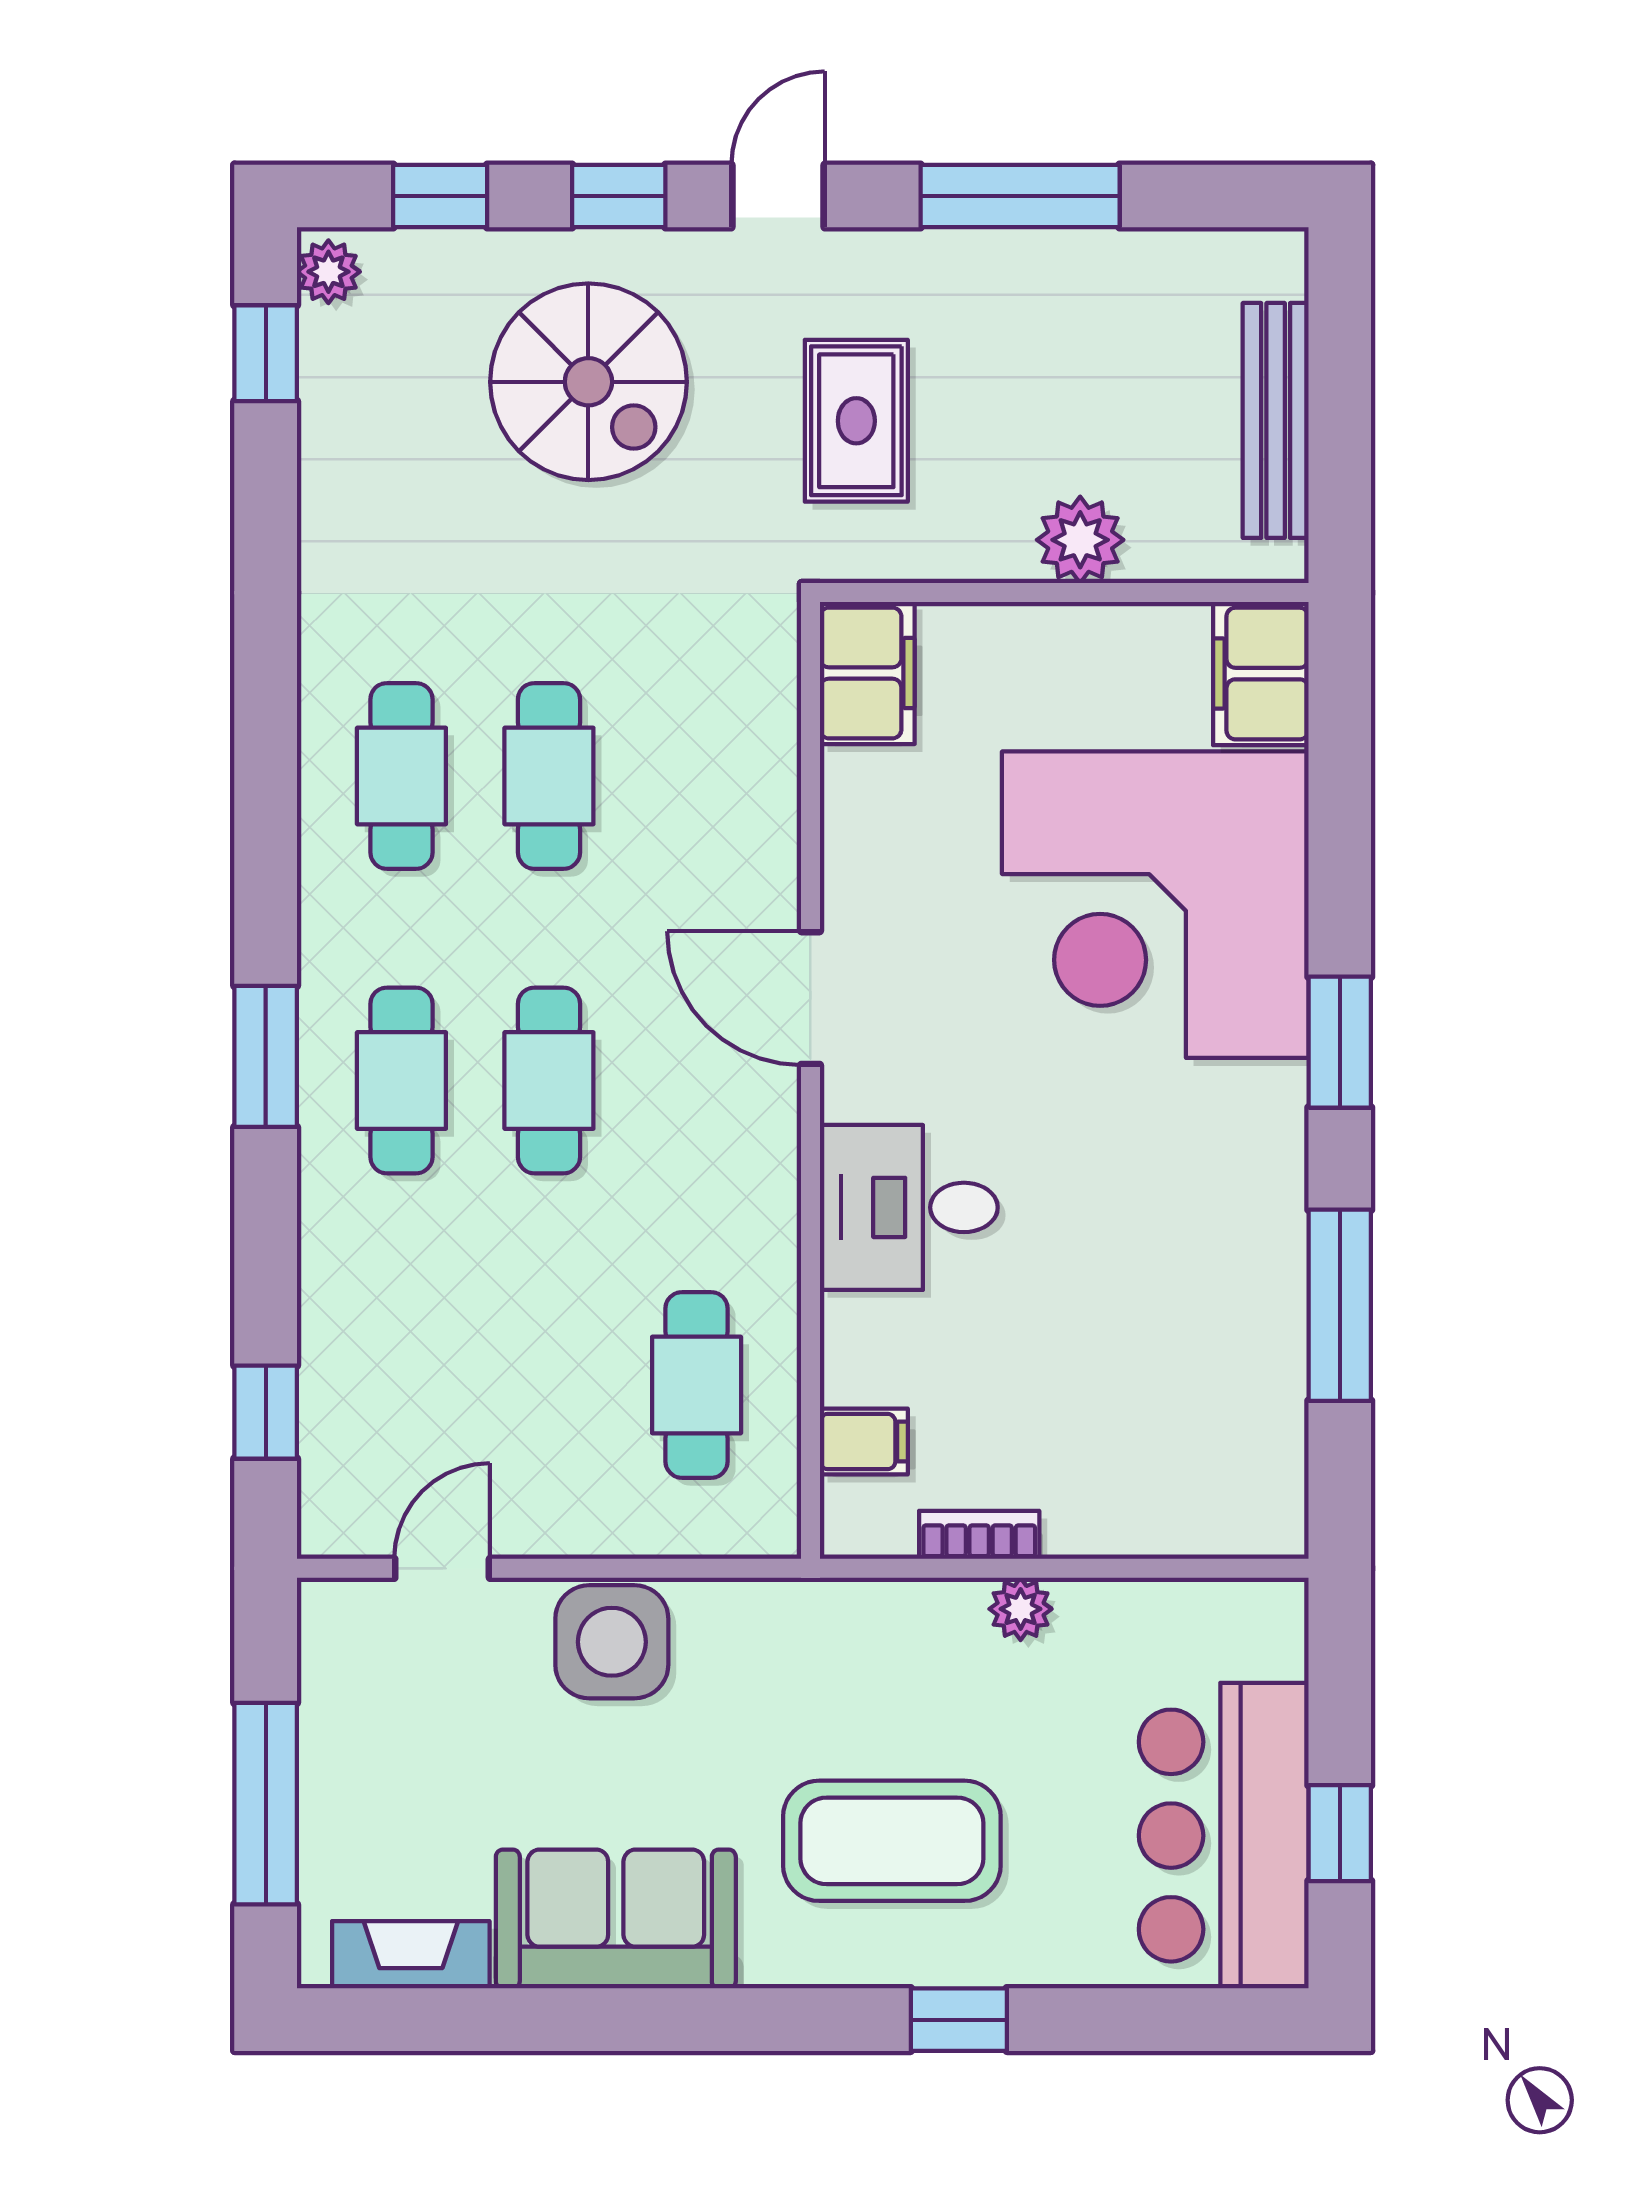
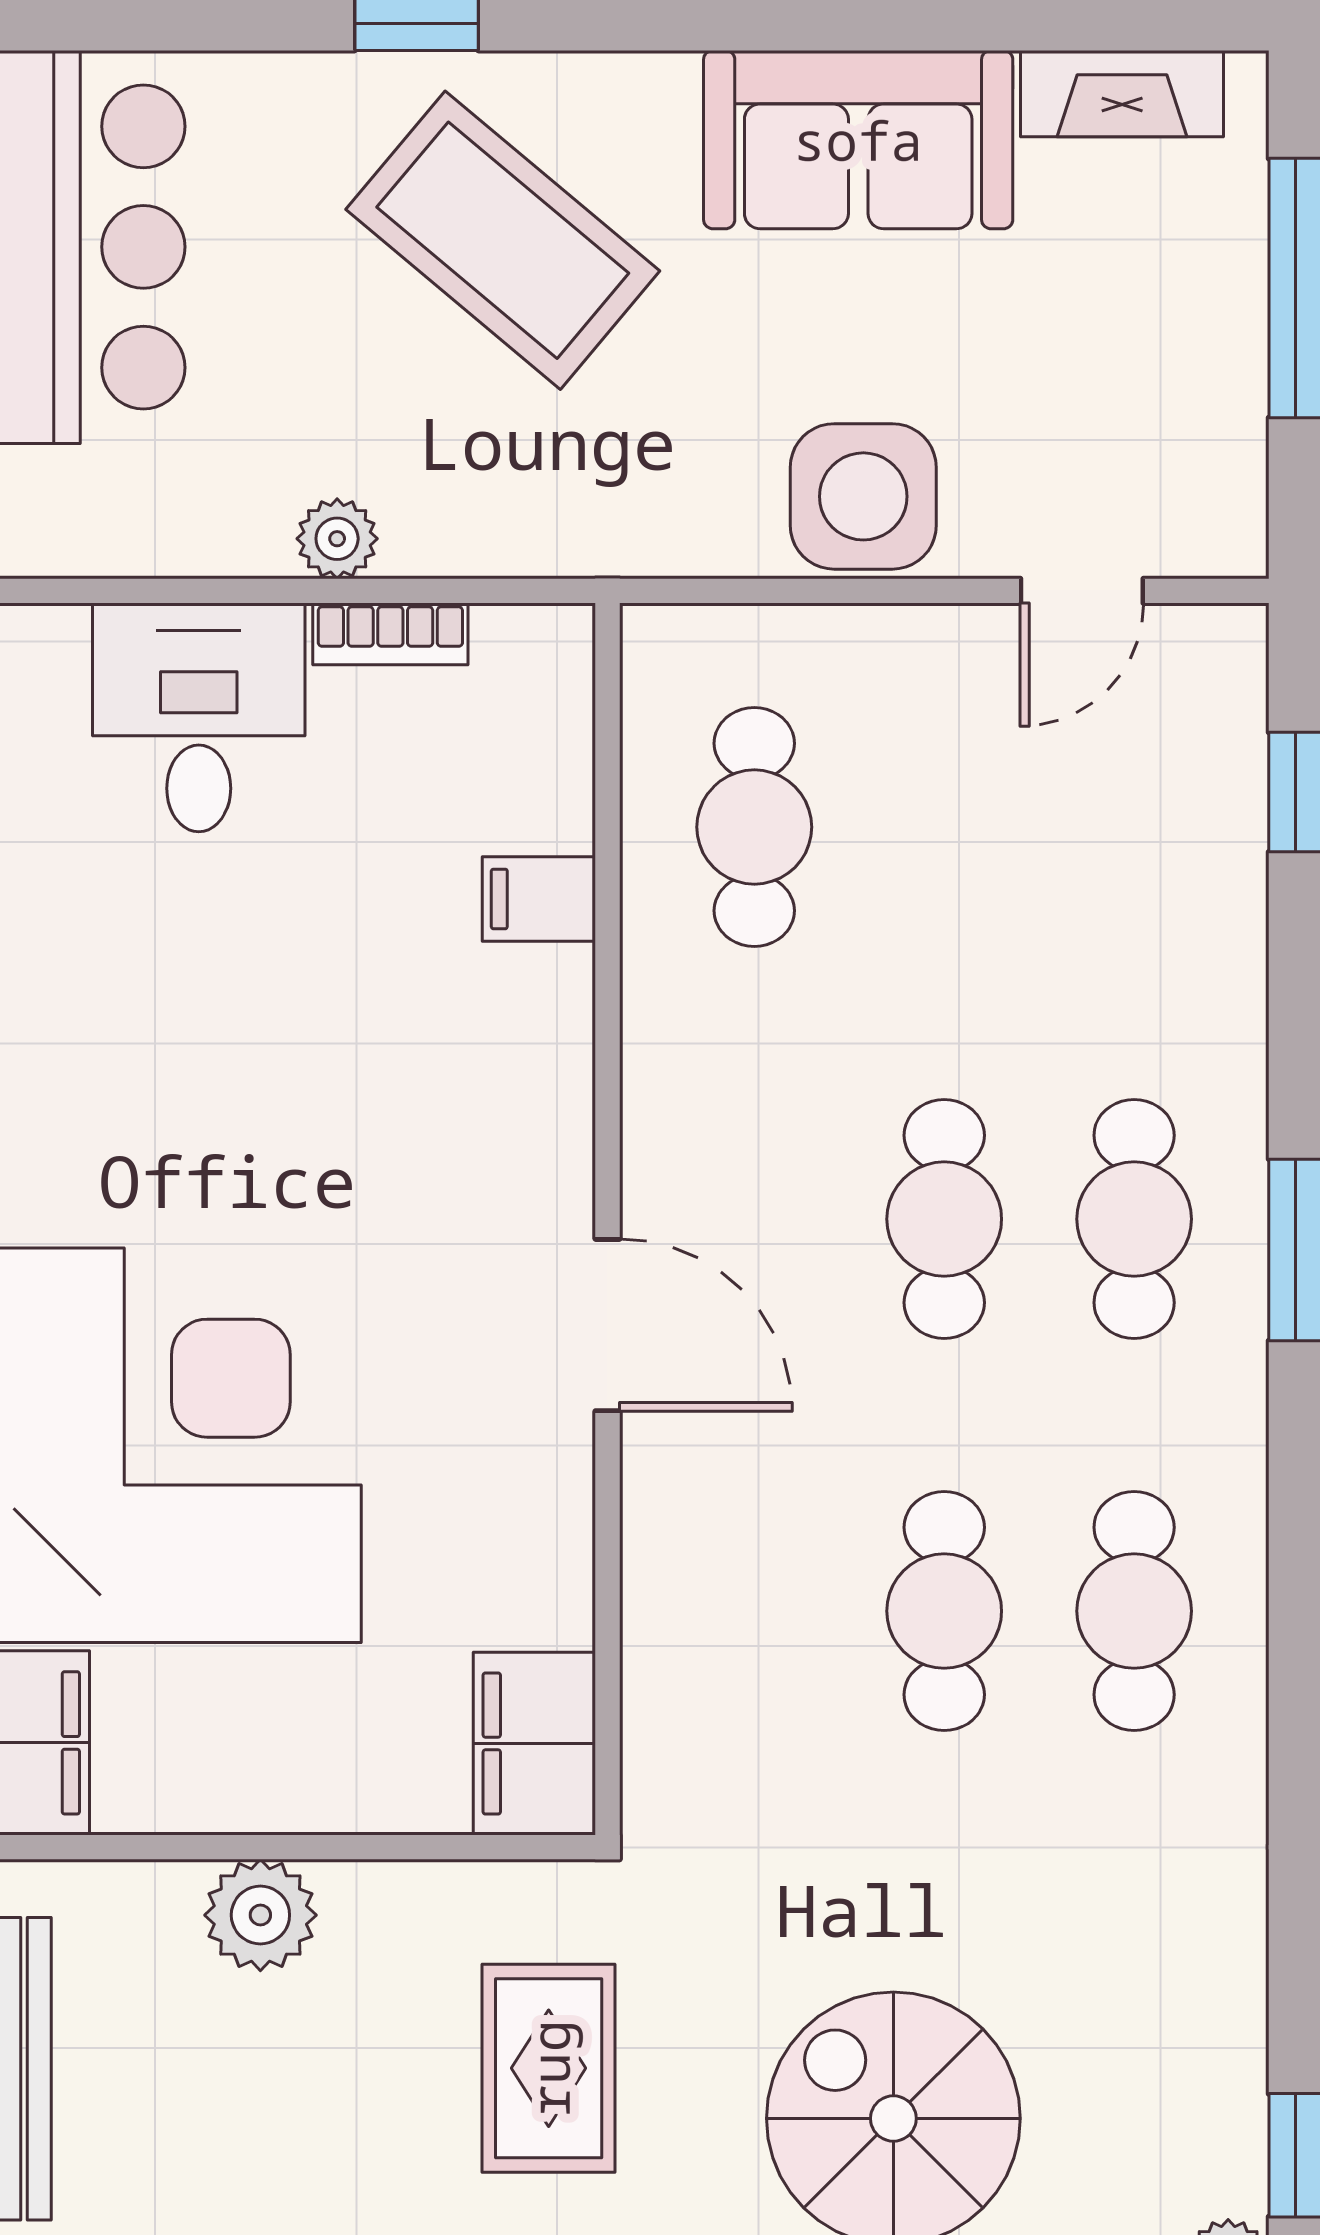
desk: (909, 1207) -> (199, 717), moved, turned -90
filing cabinet: (864, 1442) -> (539, 899), moved
coffee table: (892, 1841) -> (503, 240), turned 40

